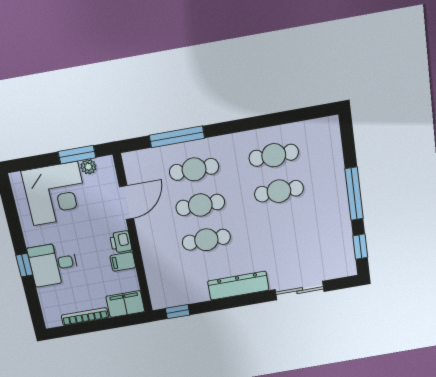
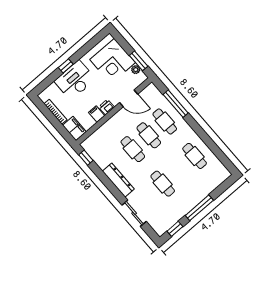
cafe table: (279, 191) -> (163, 184), moved
desk: (53, 264) -> (75, 80), width x1.37

